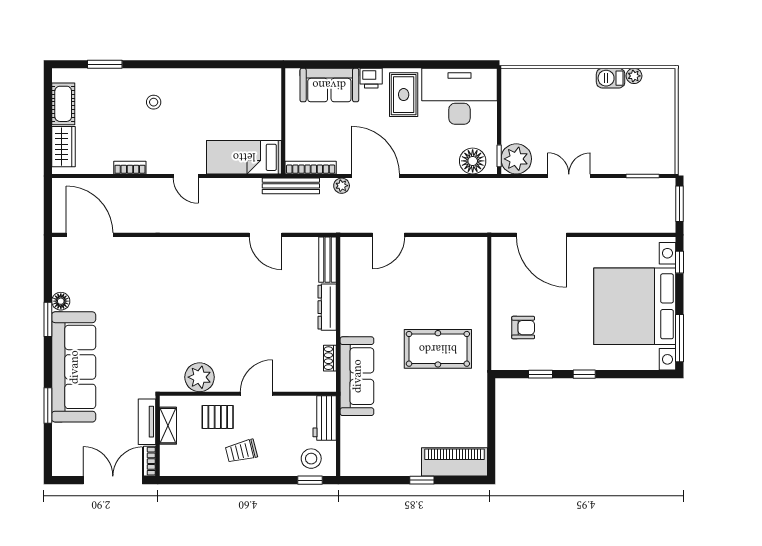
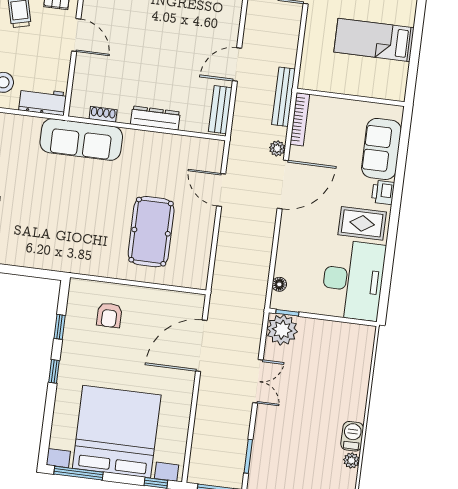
bed: (244, 157) -> (374, 40), moved, turned -90
floor lamp: (473, 161) -> (279, 284), width x0.53, depth x0.53
bench: (328, 260) -> (220, 110), moved, turned 90
pool table: (438, 349) -> (151, 232), moved

